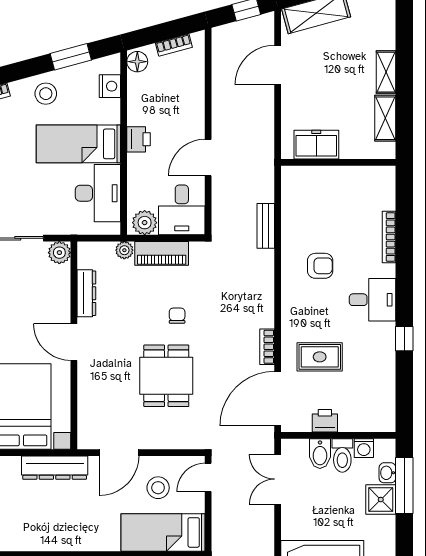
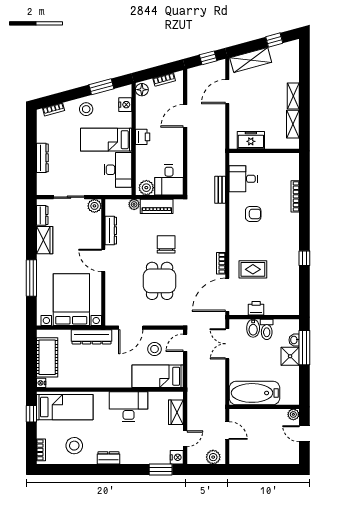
door: (208, 158) -> (185, 116), moved
desk: (372, 300) -> (243, 179), moved, turned 180
chair: (177, 316) -> (166, 244), width x1.87, depth x1.87
washing machine: (364, 448) -> (280, 325), removed

